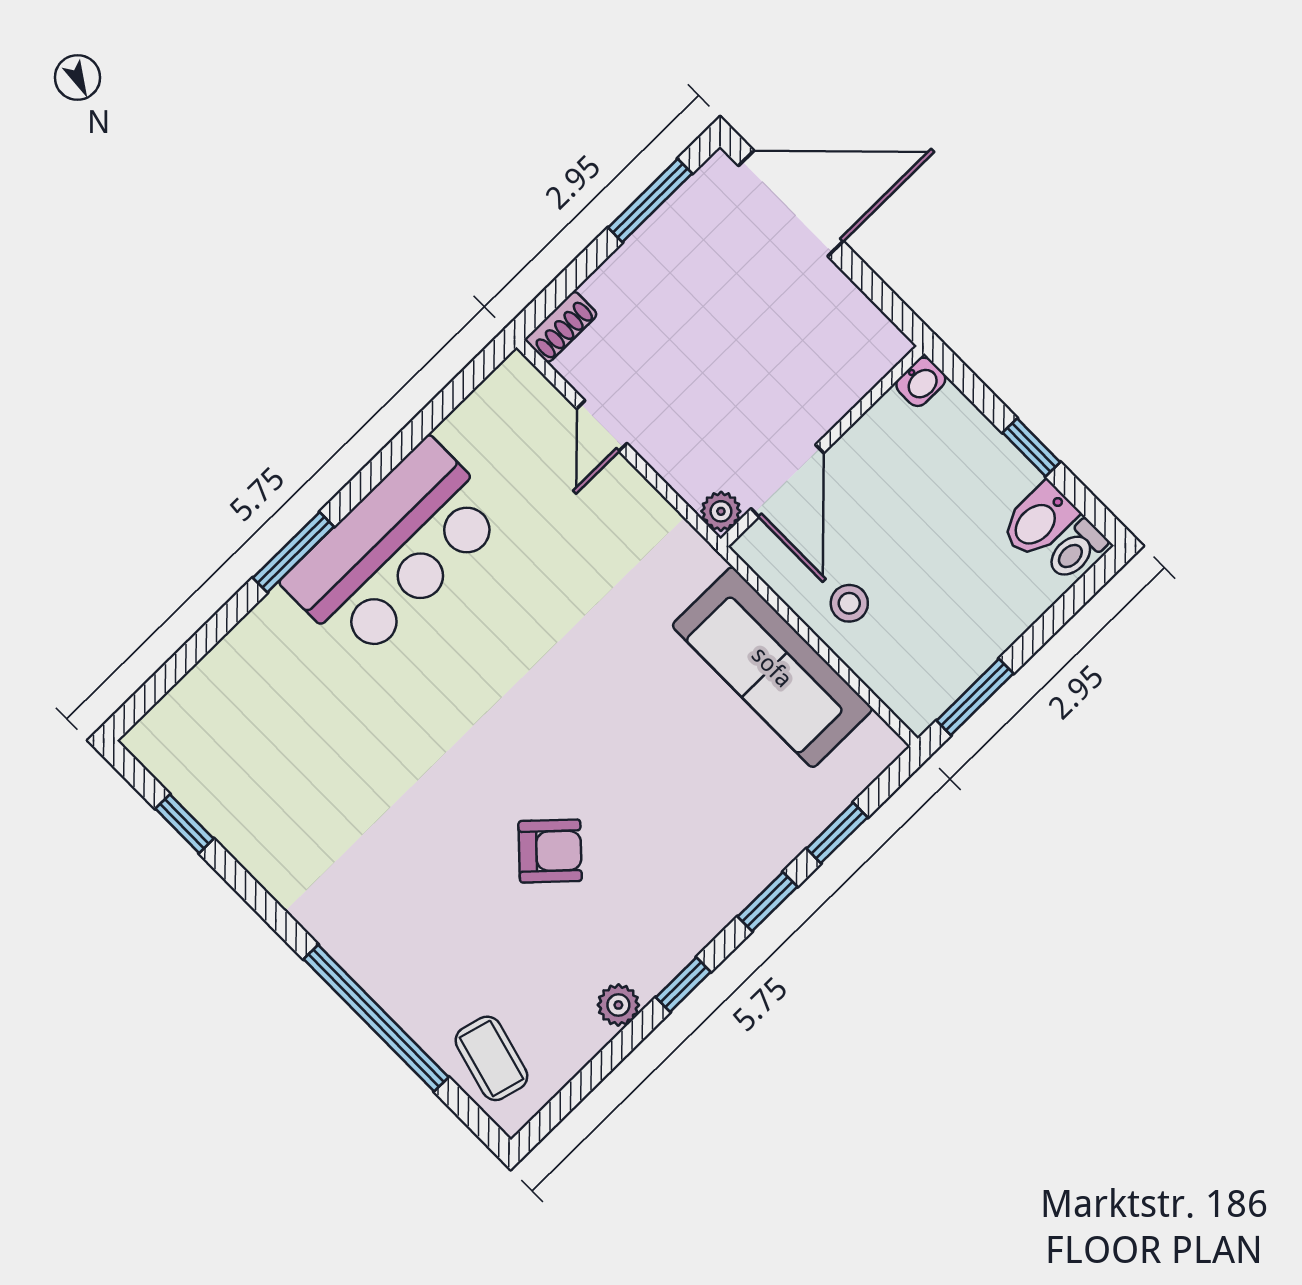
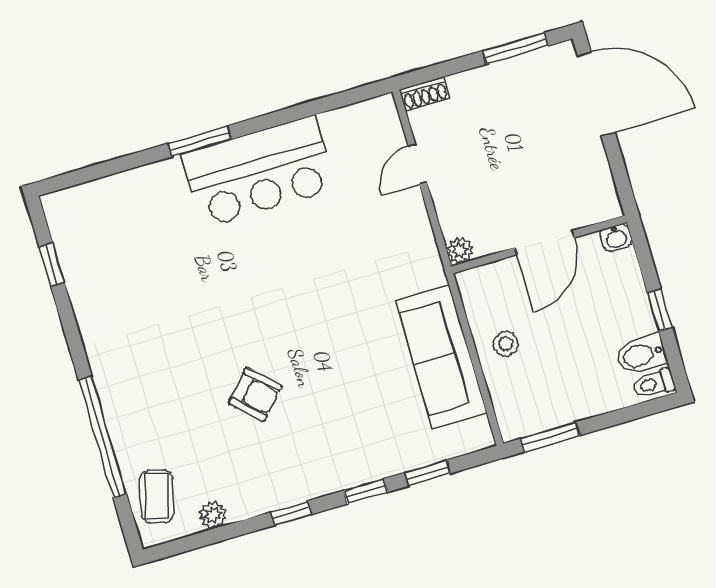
door: (787, 481) -> (545, 243), moved
plant: (618, 1005) -> (213, 515), moved

